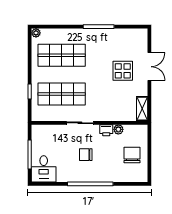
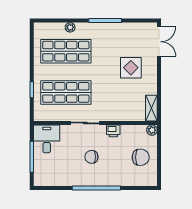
plant: (36, 33) -> (70, 27), moved
double door: (149, 67) -> (159, 42), moved
plant: (118, 129) -> (152, 130), moved
chair: (132, 155) -> (141, 157), turned 90
desk: (44, 169) -> (47, 139), moved, turned 180

